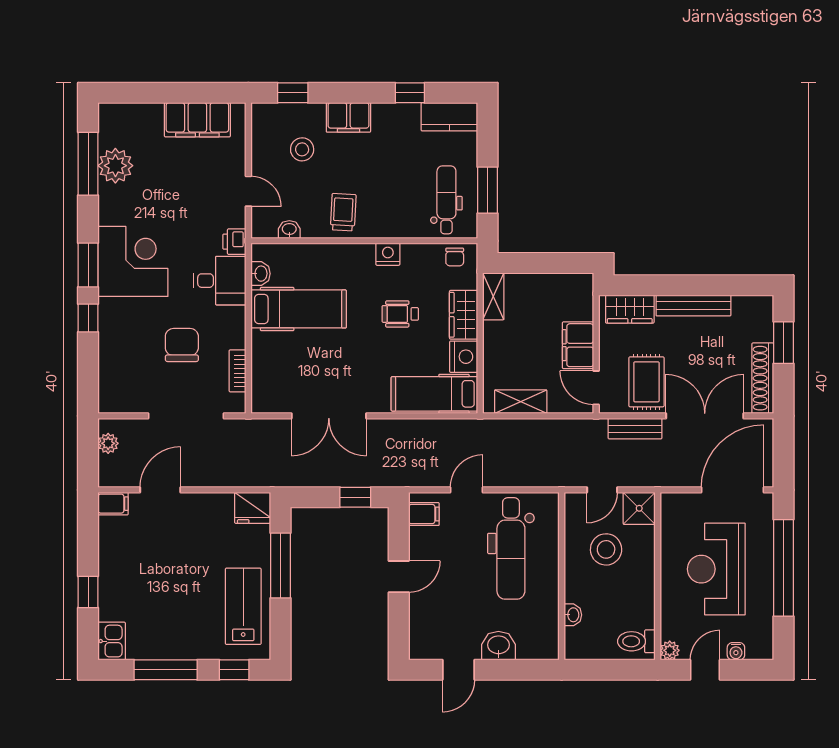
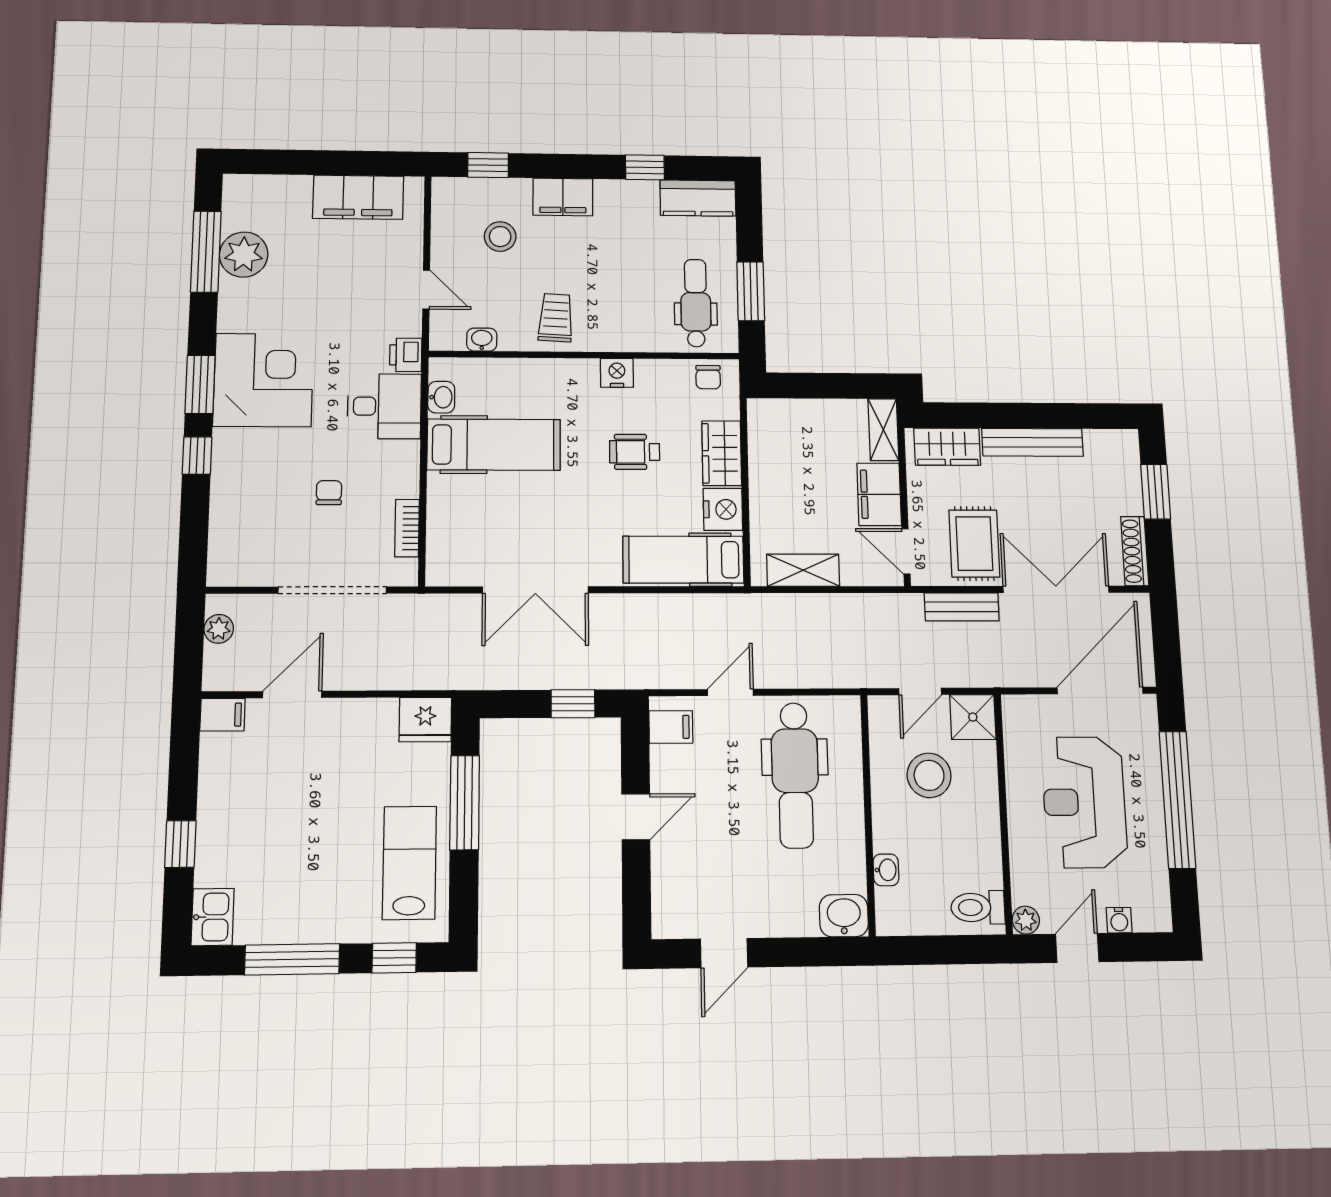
shelving: (493, 296) -> (883, 430), moved
chair: (182, 345) -> (329, 493), width x0.54, depth x0.54
shoe rack: (763, 378) -> (1135, 551), width x0.74, depth x0.81
washbasin: (498, 646) -> (844, 916), moved

